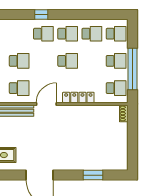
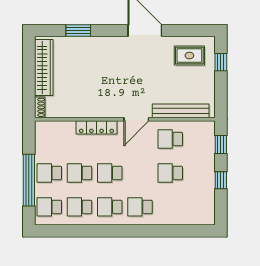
window: (41, 14) -> (143, 231), removed
window: (132, 69) -> (29, 180), moved
school desk: (116, 88) -> (80, 173), moved
wardrobe: (121, 145) -> (44, 68), added

